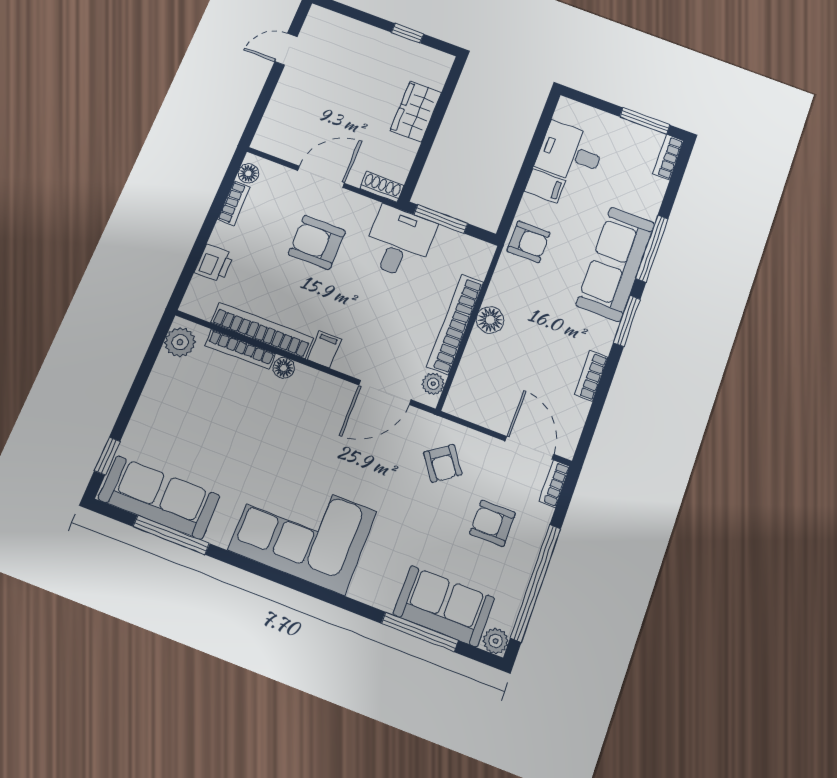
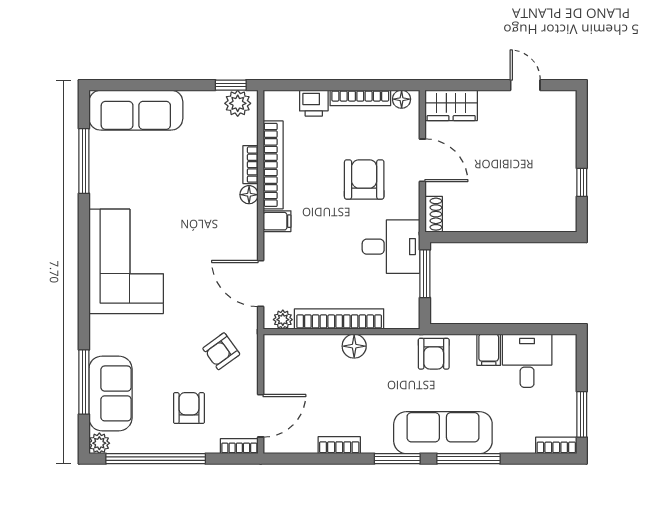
wardrobe: (416, 111) -> (451, 105), moved, turned 180
bookcase: (234, 203) -> (360, 98), width x1.56
bookcase: (240, 350) -> (251, 165), width x0.64
window: (107, 456) -> (231, 85), moved
sofa: (159, 497) -> (136, 110), moved, turned 90

